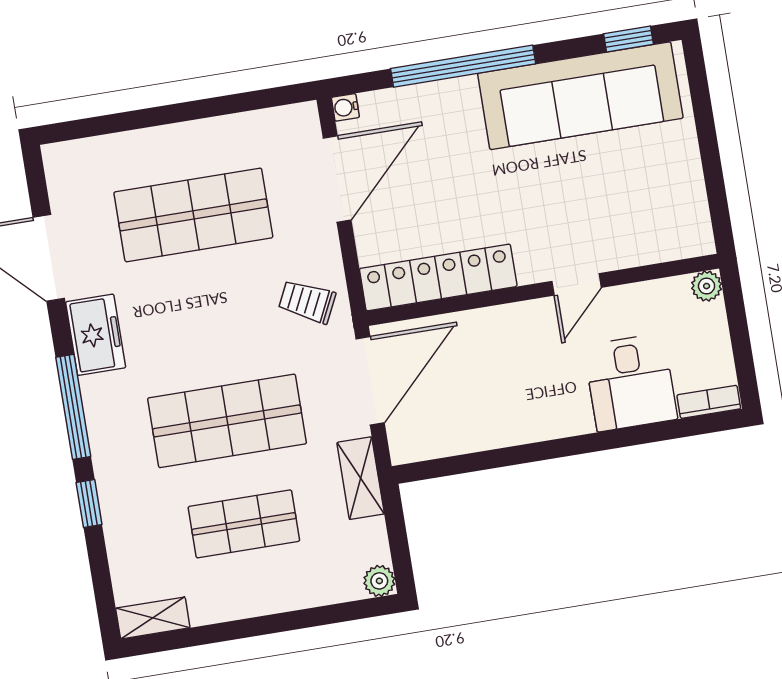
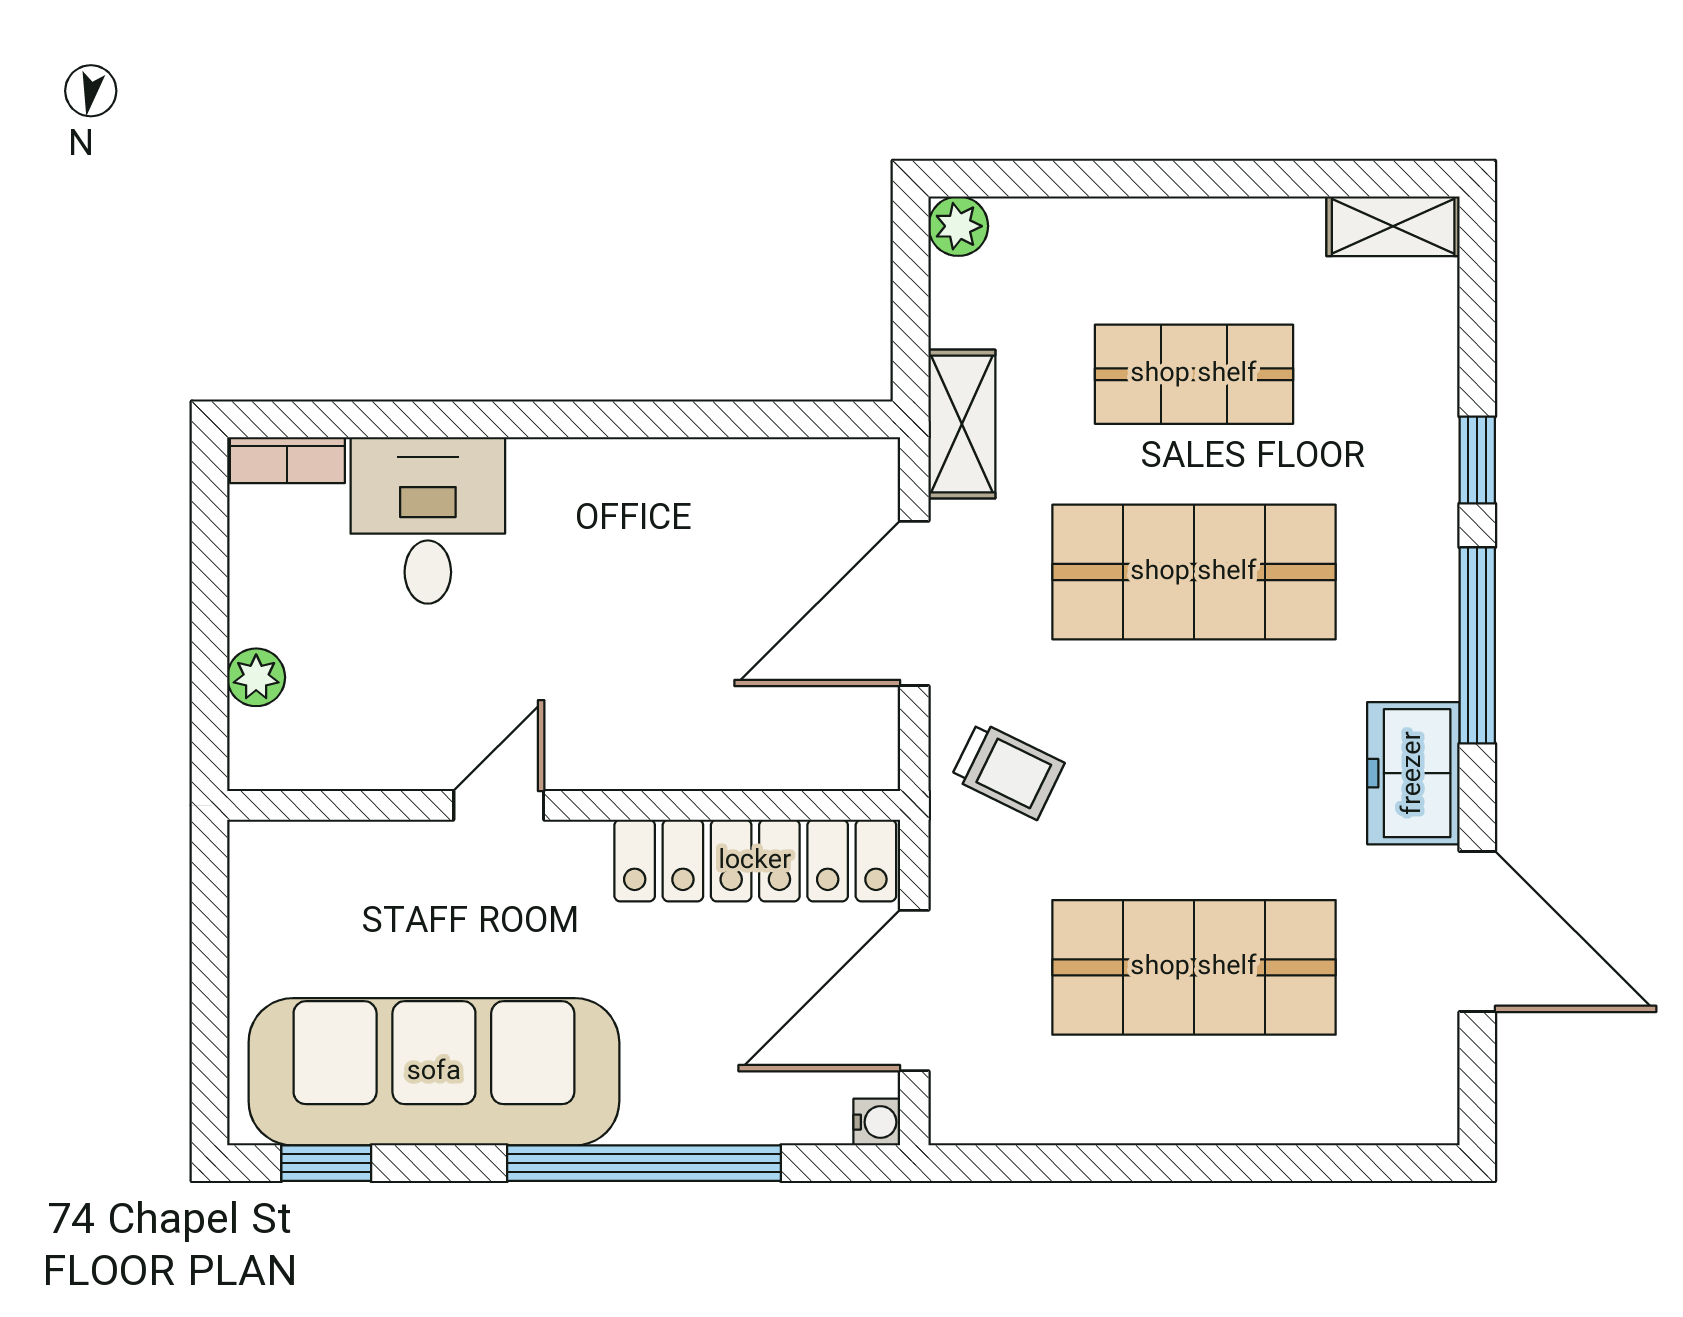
locker: (438, 277) -> (755, 861), moved
door: (577, 284) -> (499, 805), moved
wall: (543, 290) -> (564, 805), moved

